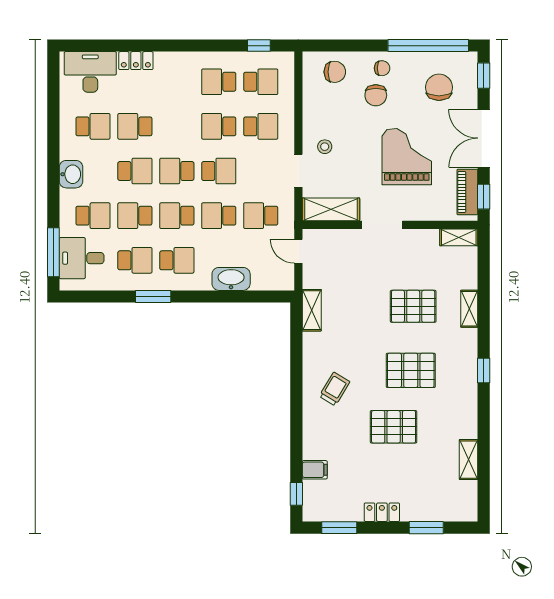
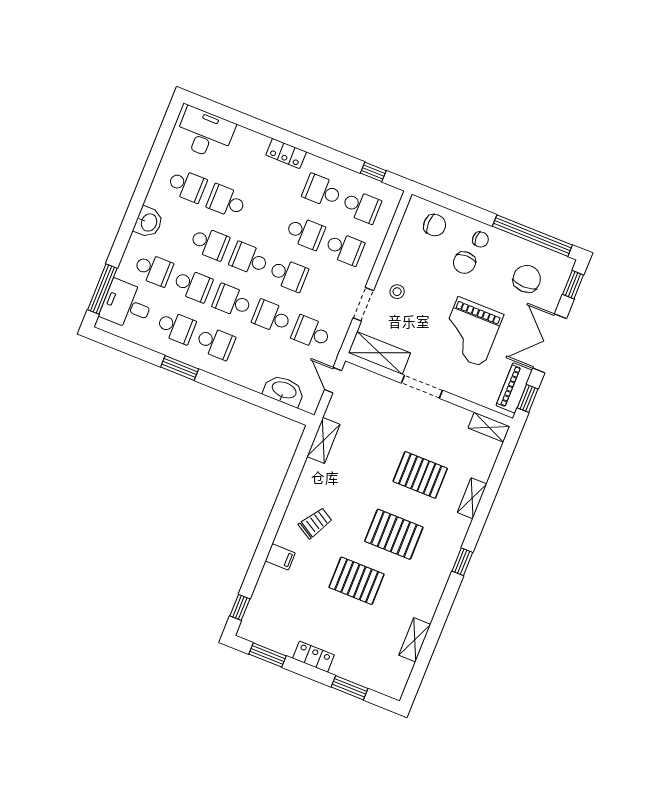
locker: (136, 61) -> (286, 153), moved
school desk: (219, 126) -> (305, 233), turned 180
grand piano: (407, 157) -> (470, 332), turned 180
school desk: (135, 216) -> (193, 285), turned 180
washbasin: (231, 279) -> (284, 391), moved
filing cabinet: (315, 470) -> (280, 557), moved

